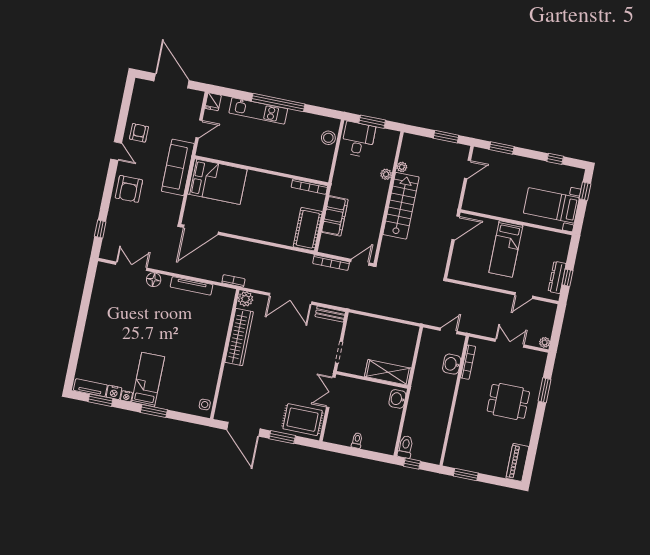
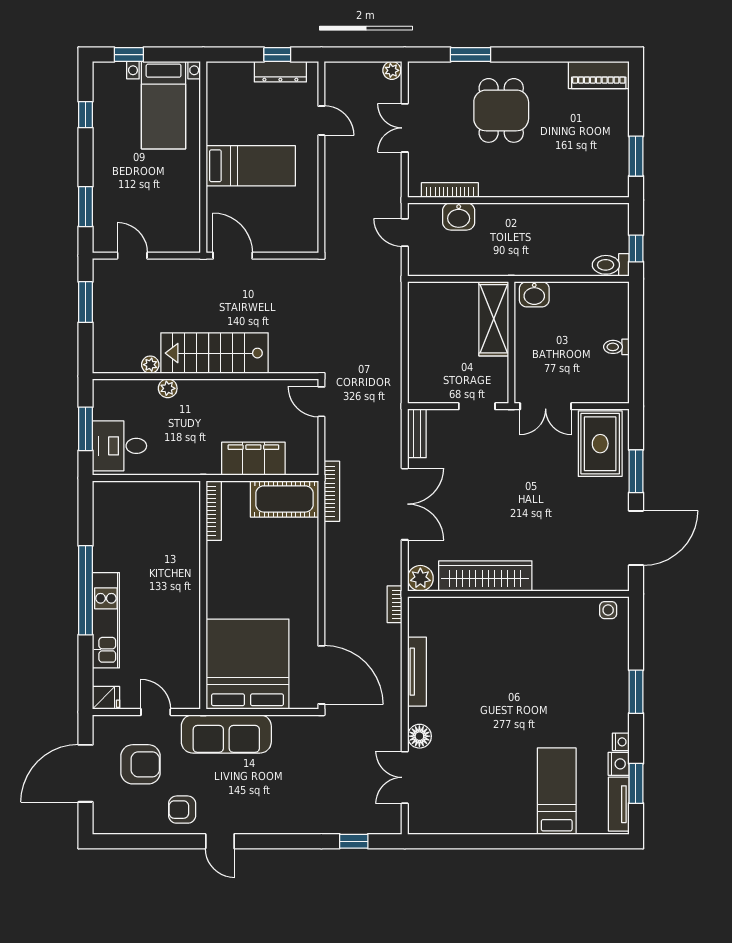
stool: (328, 138) -> (127, 496), removed
door: (116, 151) -> (220, 841), swing flipped
bed: (217, 182) -> (247, 664), width x1.36
armchair: (129, 189) -> (141, 764), moved
bookcase: (331, 263) -> (332, 491), moved
bed: (148, 379) -> (557, 791), moved, turned 90

